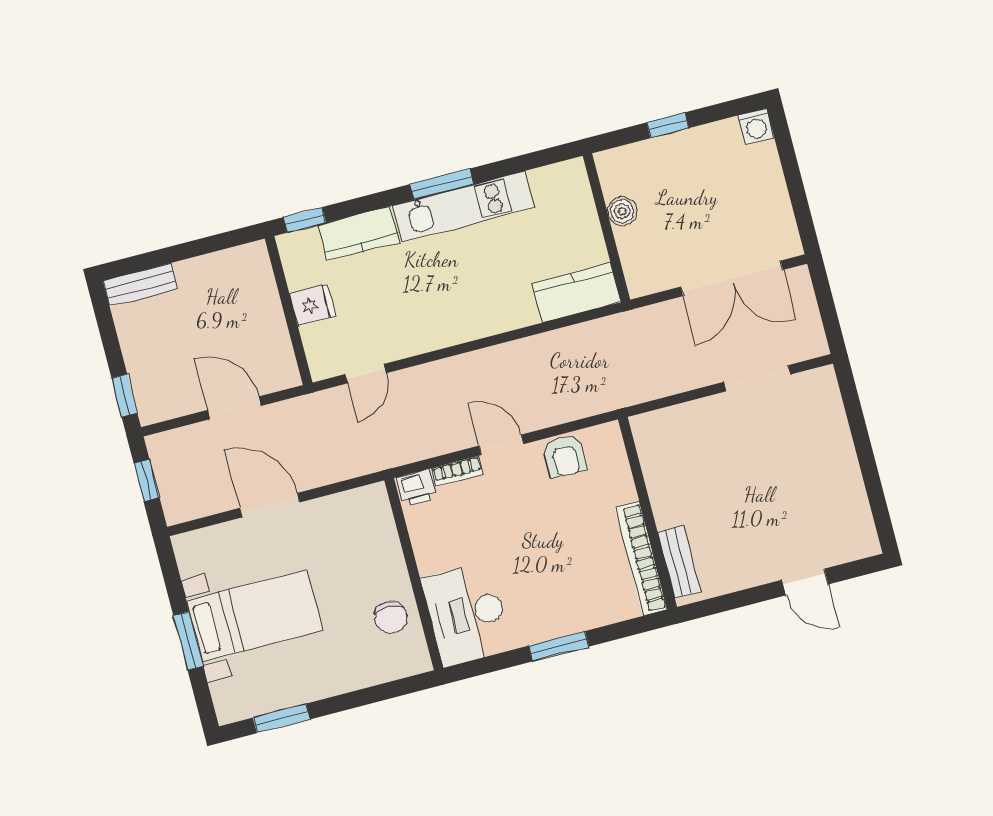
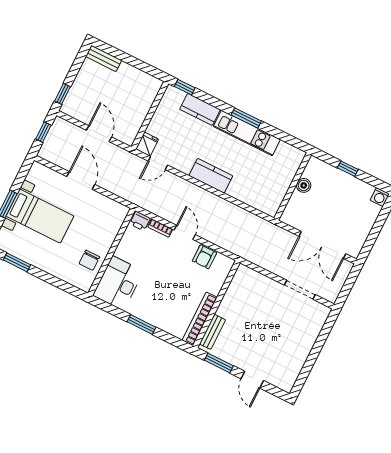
kitchen counter: (576, 293) -> (211, 176), moved
fridge: (313, 305) -> (147, 144), moved, turned -90
window: (731, 601) -> (219, 363), added

